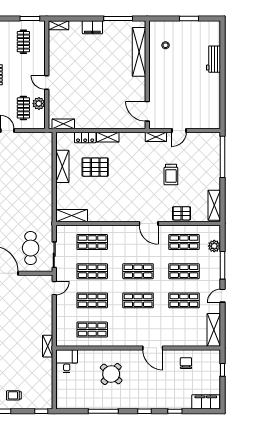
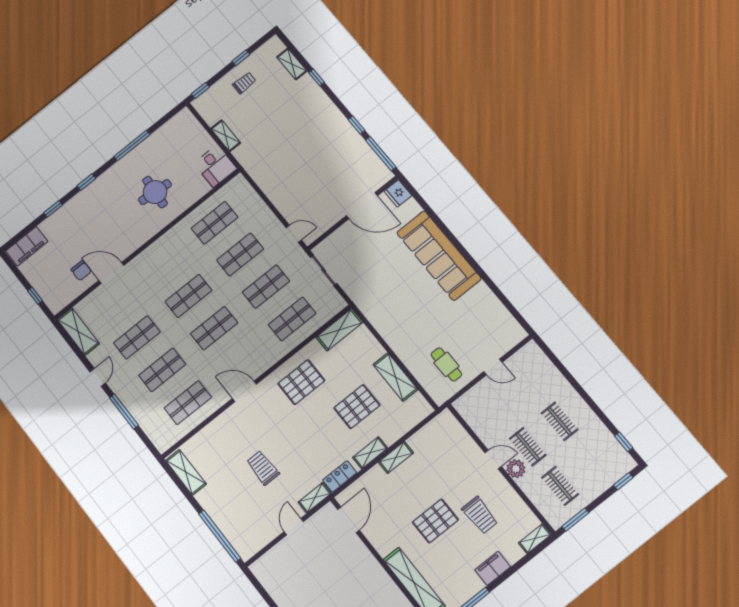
trolley: (77, 59) -> (480, 515), added
pallet: (102, 75) -> (435, 521), added
plant: (39, 104) -> (516, 469), moved
clothes rail: (23, 108) -> (528, 447), moved
door: (147, 111) -> (348, 520), hinge flipped
shelving: (63, 124) -> (396, 457), moved
locker: (85, 138) -> (340, 476), moved
pallet: (182, 213) -> (301, 382), moved, width x1.50, depth x1.42
plant: (214, 246) -> (150, 426), removed
cafe table: (31, 248) -> (446, 364), moved, width x0.73, depth x0.74
door: (54, 288) -> (294, 234), swing flipped
shelving: (48, 346) -> (226, 136), moved
door: (153, 348) -> (111, 273), moved
round table: (111, 374) -> (155, 192), turned -37

